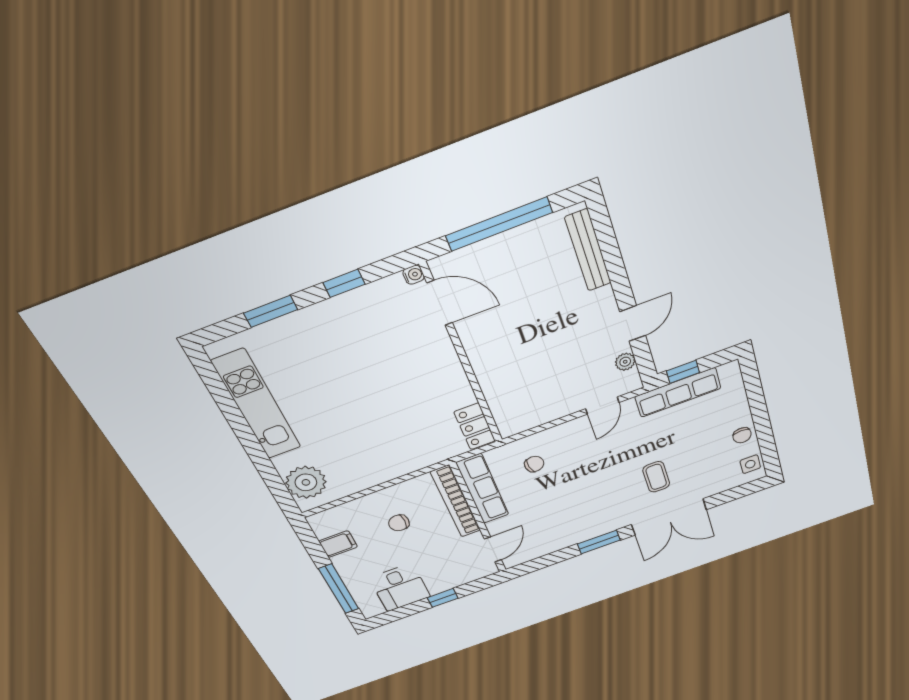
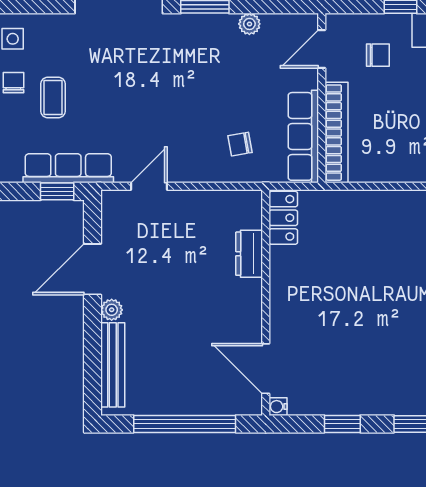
door: (633, 324) -> (93, 269), width x1.37
plant: (625, 362) -> (112, 310), moved
dresser: (494, 389) -> (249, 254), added
coffee table: (656, 477) -> (53, 98), moved
chair: (399, 523) -> (378, 55), moved
plant: (558, 543) -> (249, 24), added

